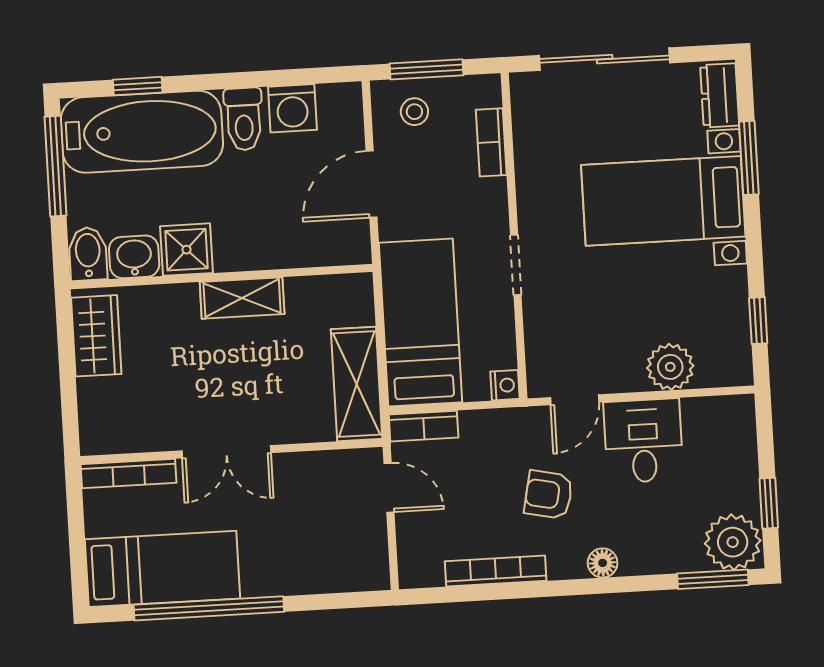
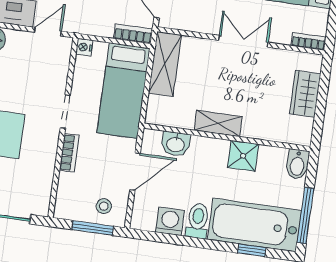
bookcase: (491, 142) -> (69, 153), moved
washbasin: (134, 257) -> (176, 144), moved
wardrobe: (96, 336) -> (305, 94), moved
bookcase: (128, 474) -> (308, 41), width x0.64

